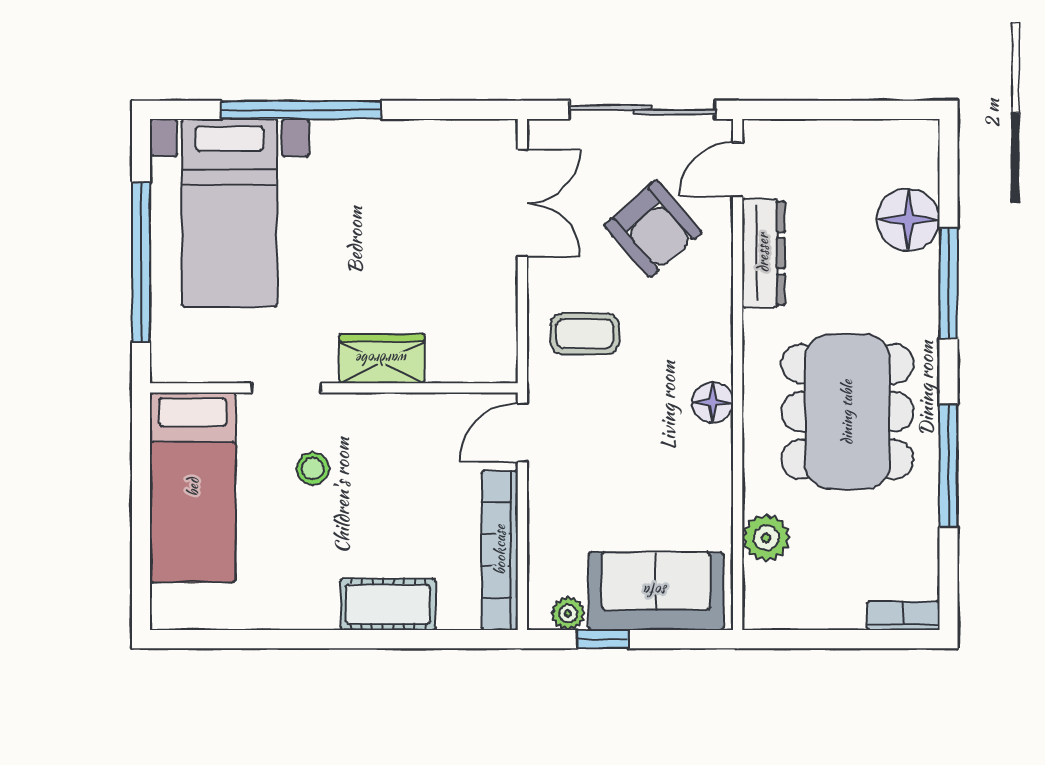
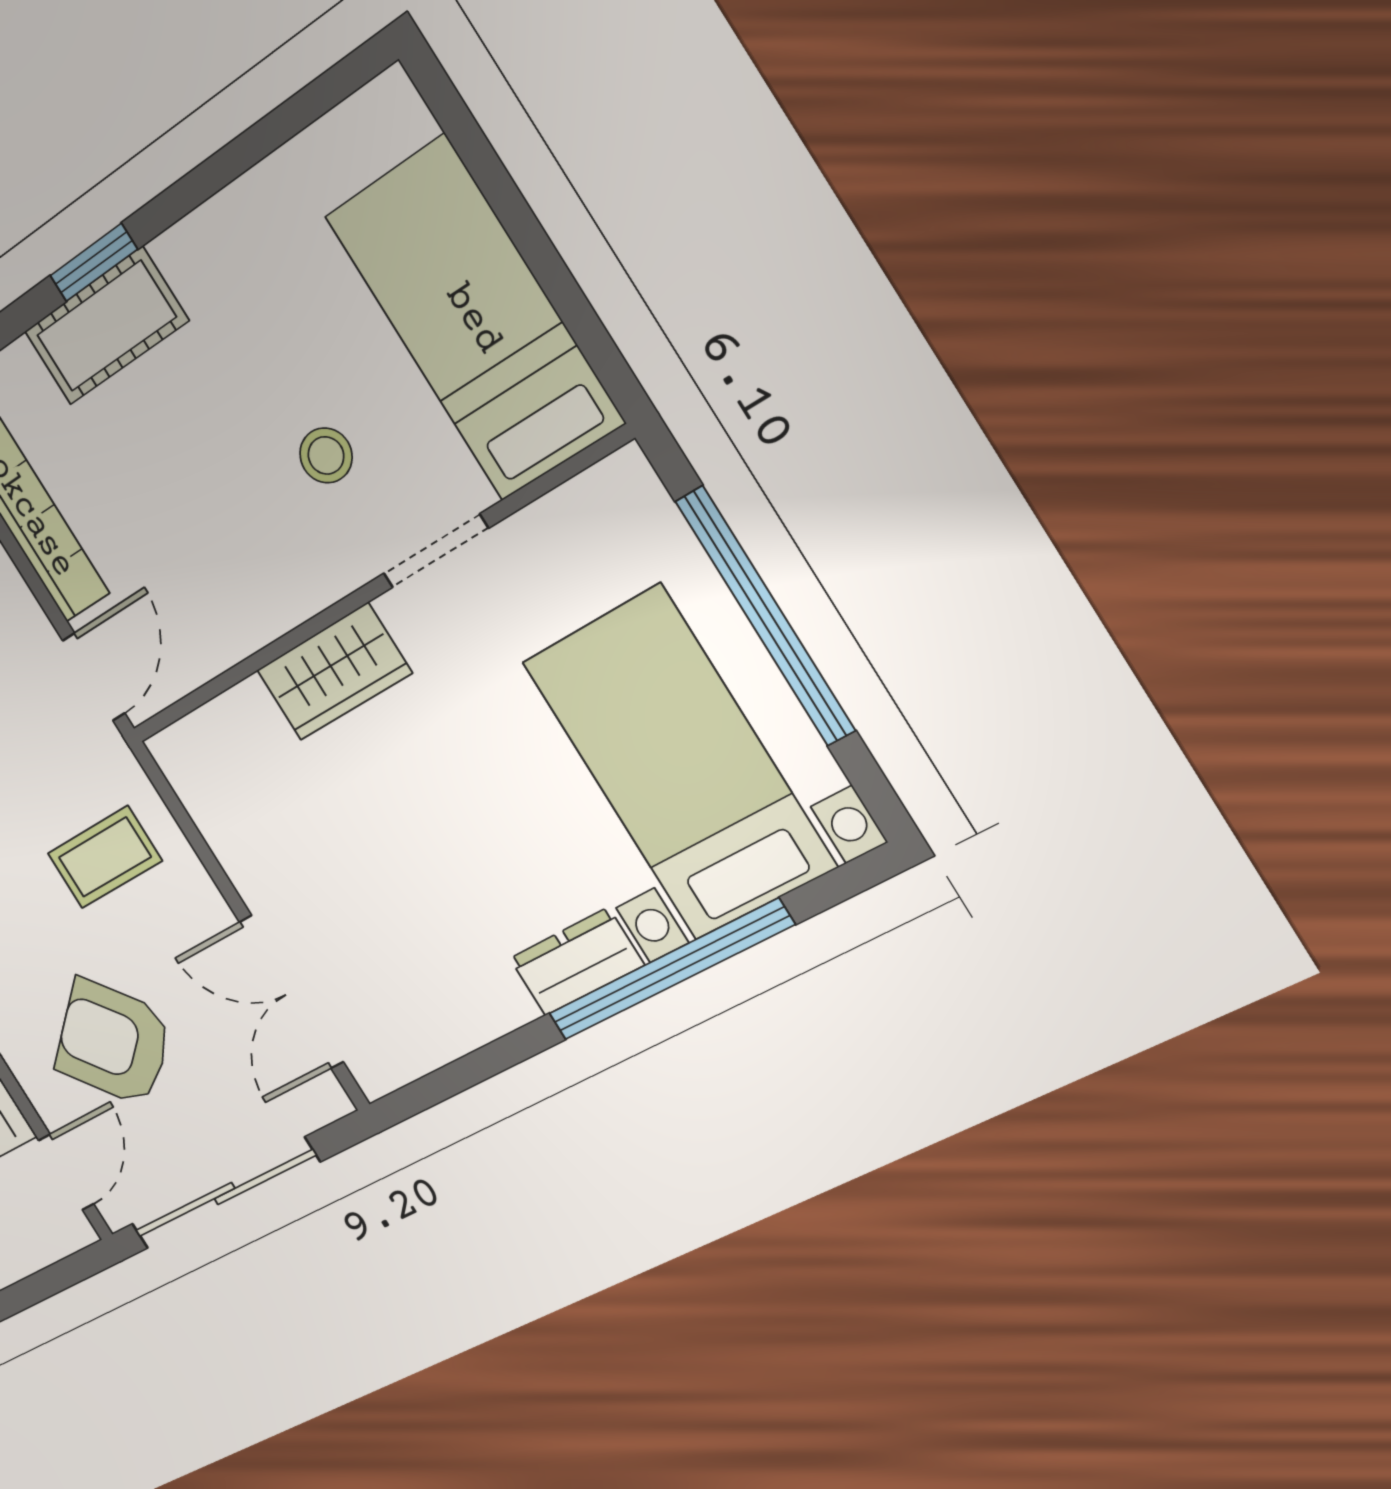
dresser: (348, 139) -> (577, 962), added
window: (373, 639) -> (94, 263), added

